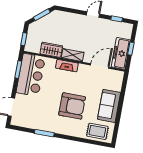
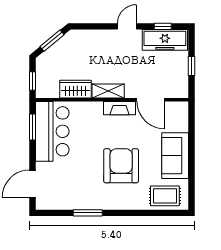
freezer: (121, 53) -> (165, 40), moved, turned -90
fireplace: (67, 66) -> (119, 108), moved
door: (100, 66) -> (151, 100), swing flipped
armchair: (72, 106) -> (121, 166), turned -90

